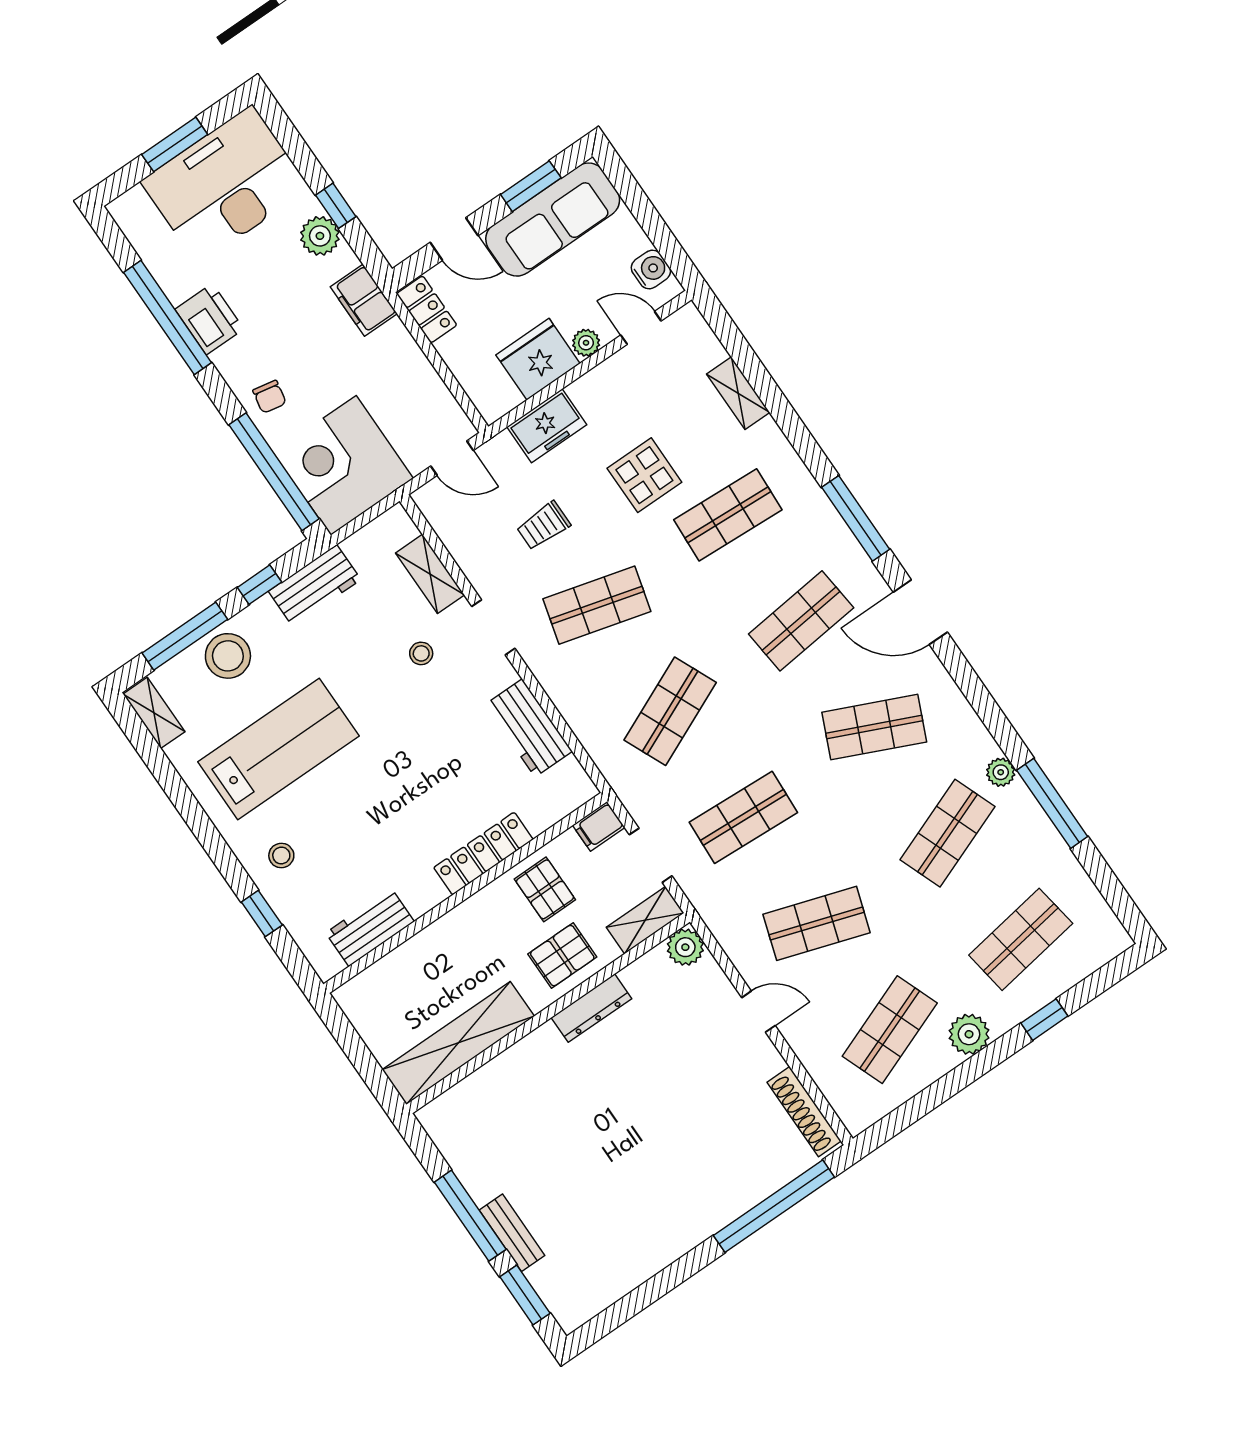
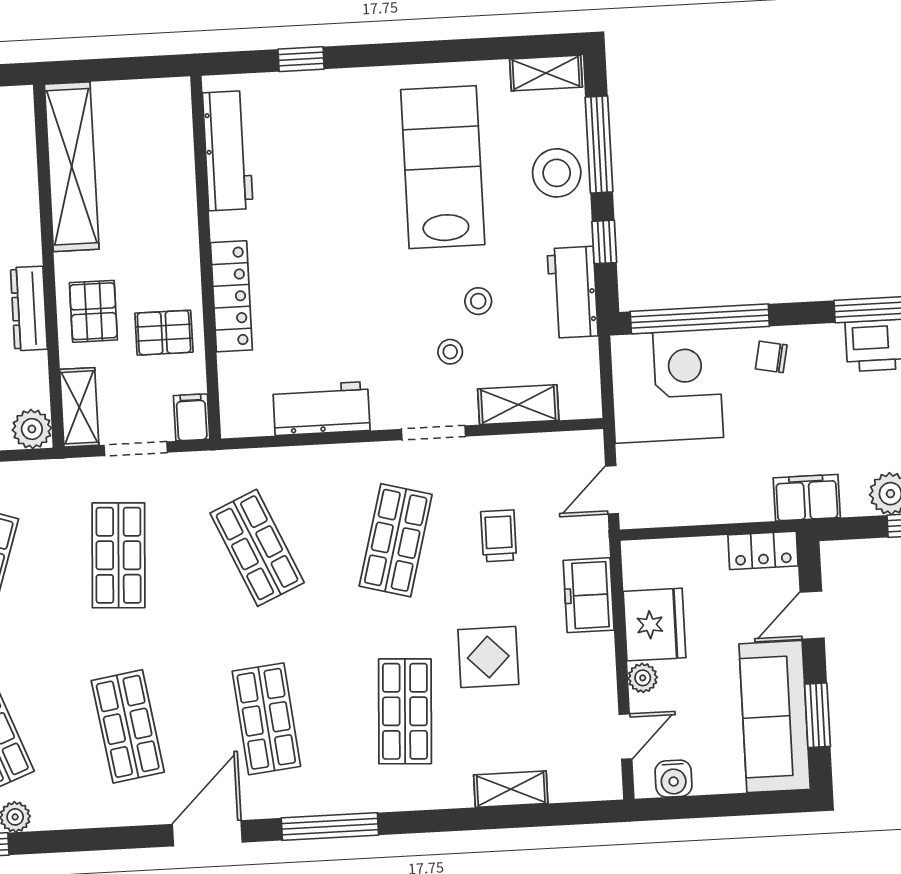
shop shelf: (874, 727) -> (128, 726), turned -33
lab bench: (279, 749) -> (443, 167), turned 180
stool: (281, 856) -> (478, 301), moved
workbench: (370, 927) -> (228, 151), width x1.38

